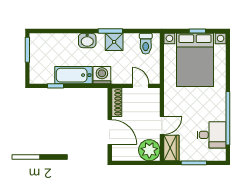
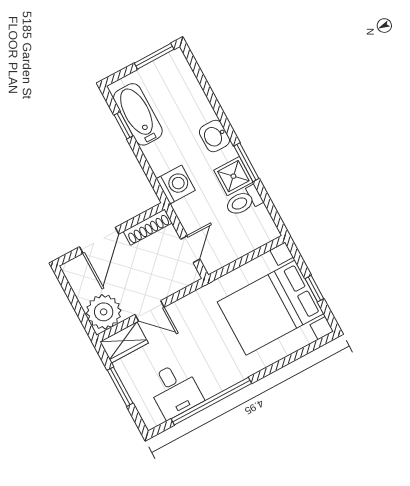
toilet: (146, 44) -> (244, 201), moved
bathtub: (73, 75) -> (138, 114), moved

